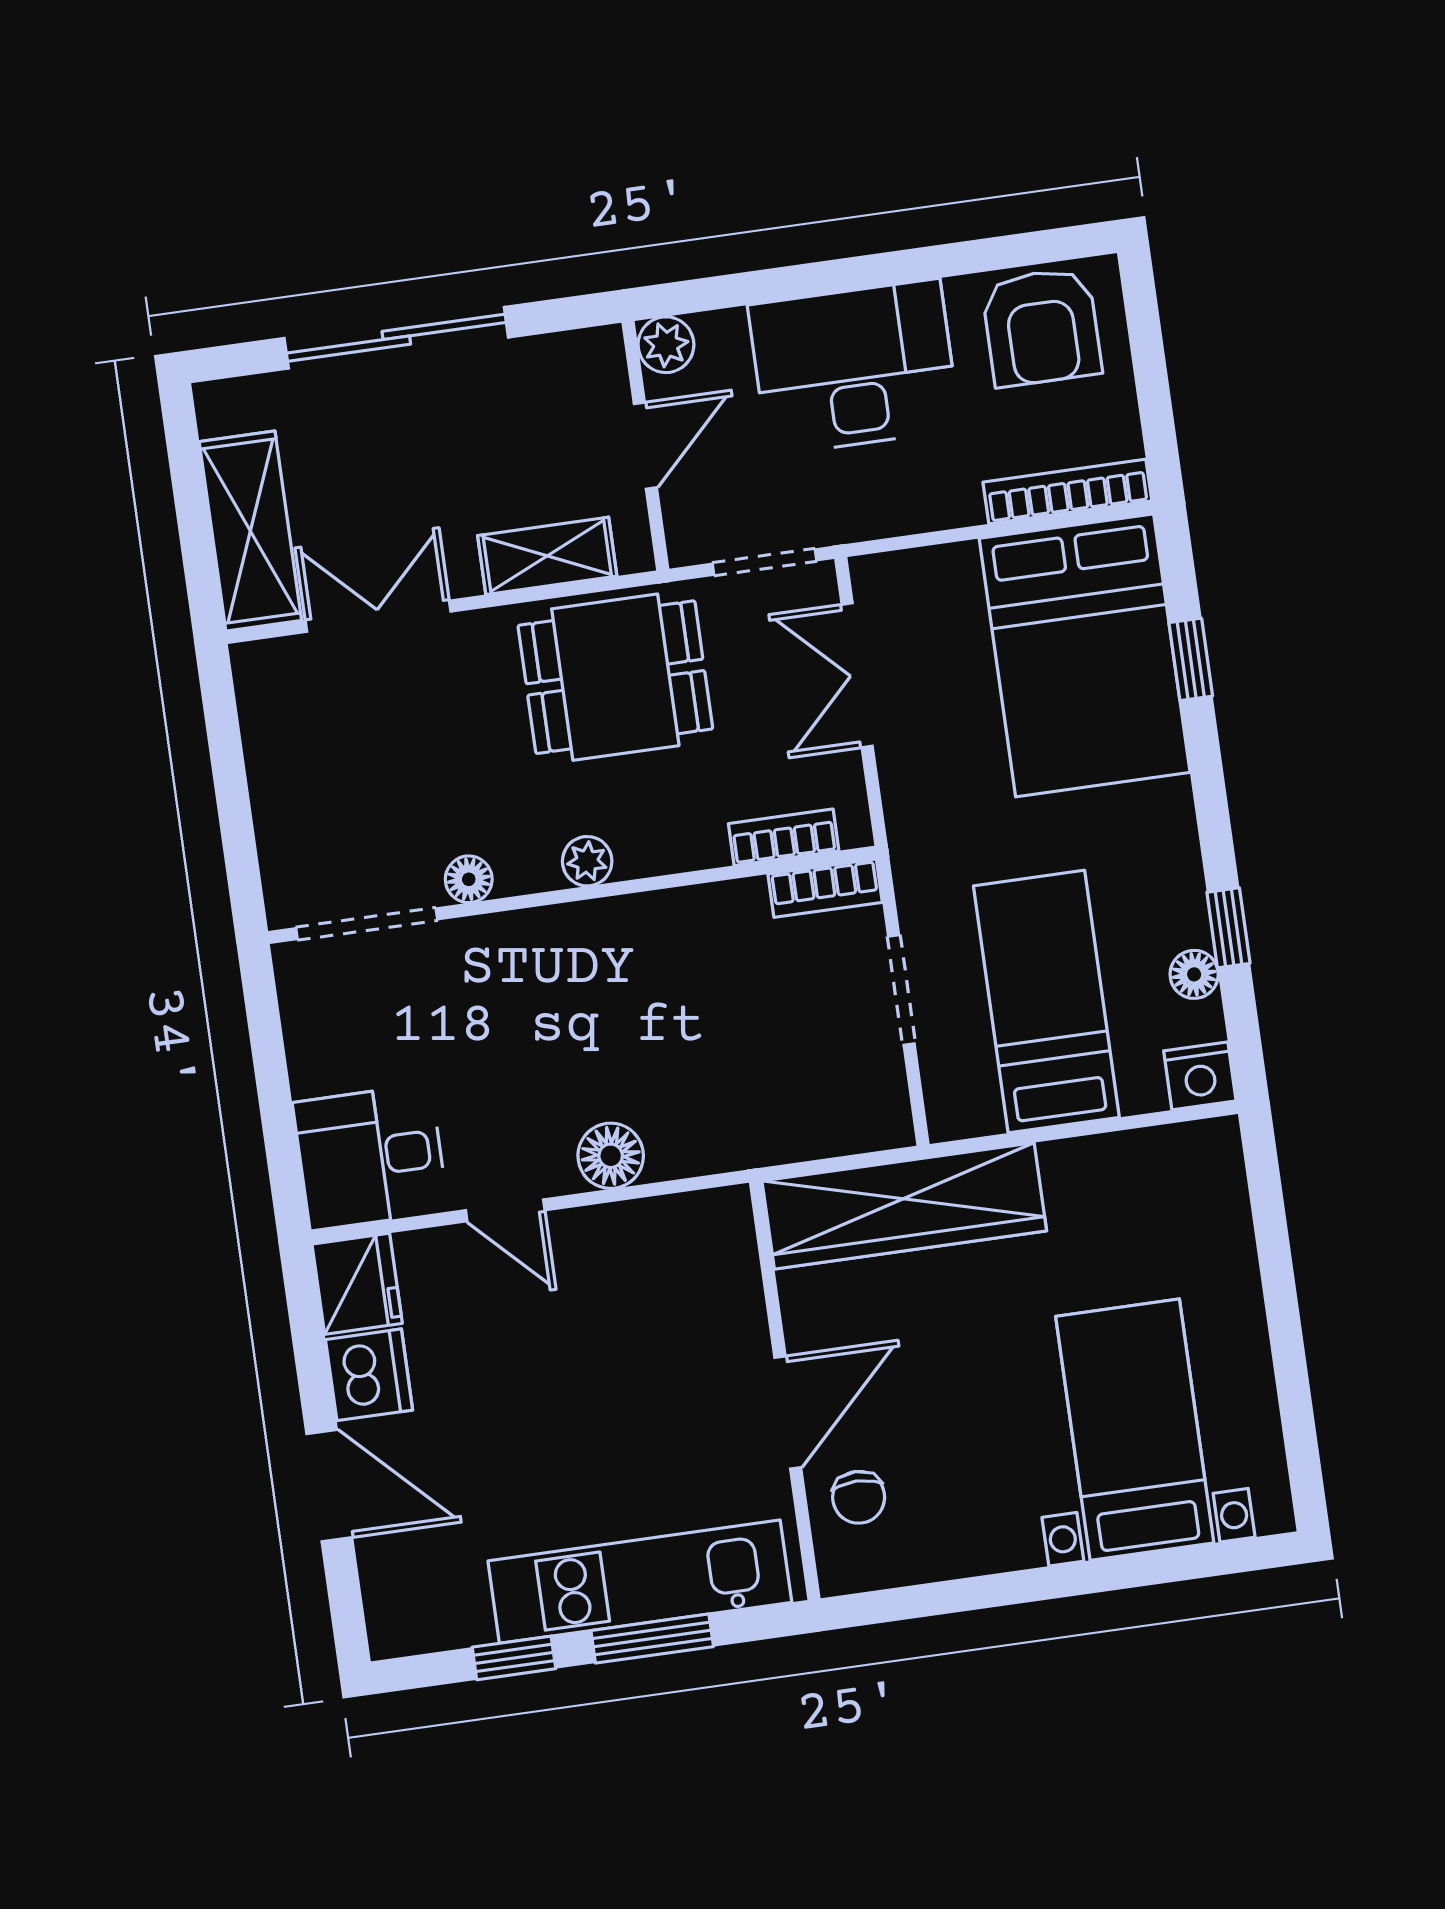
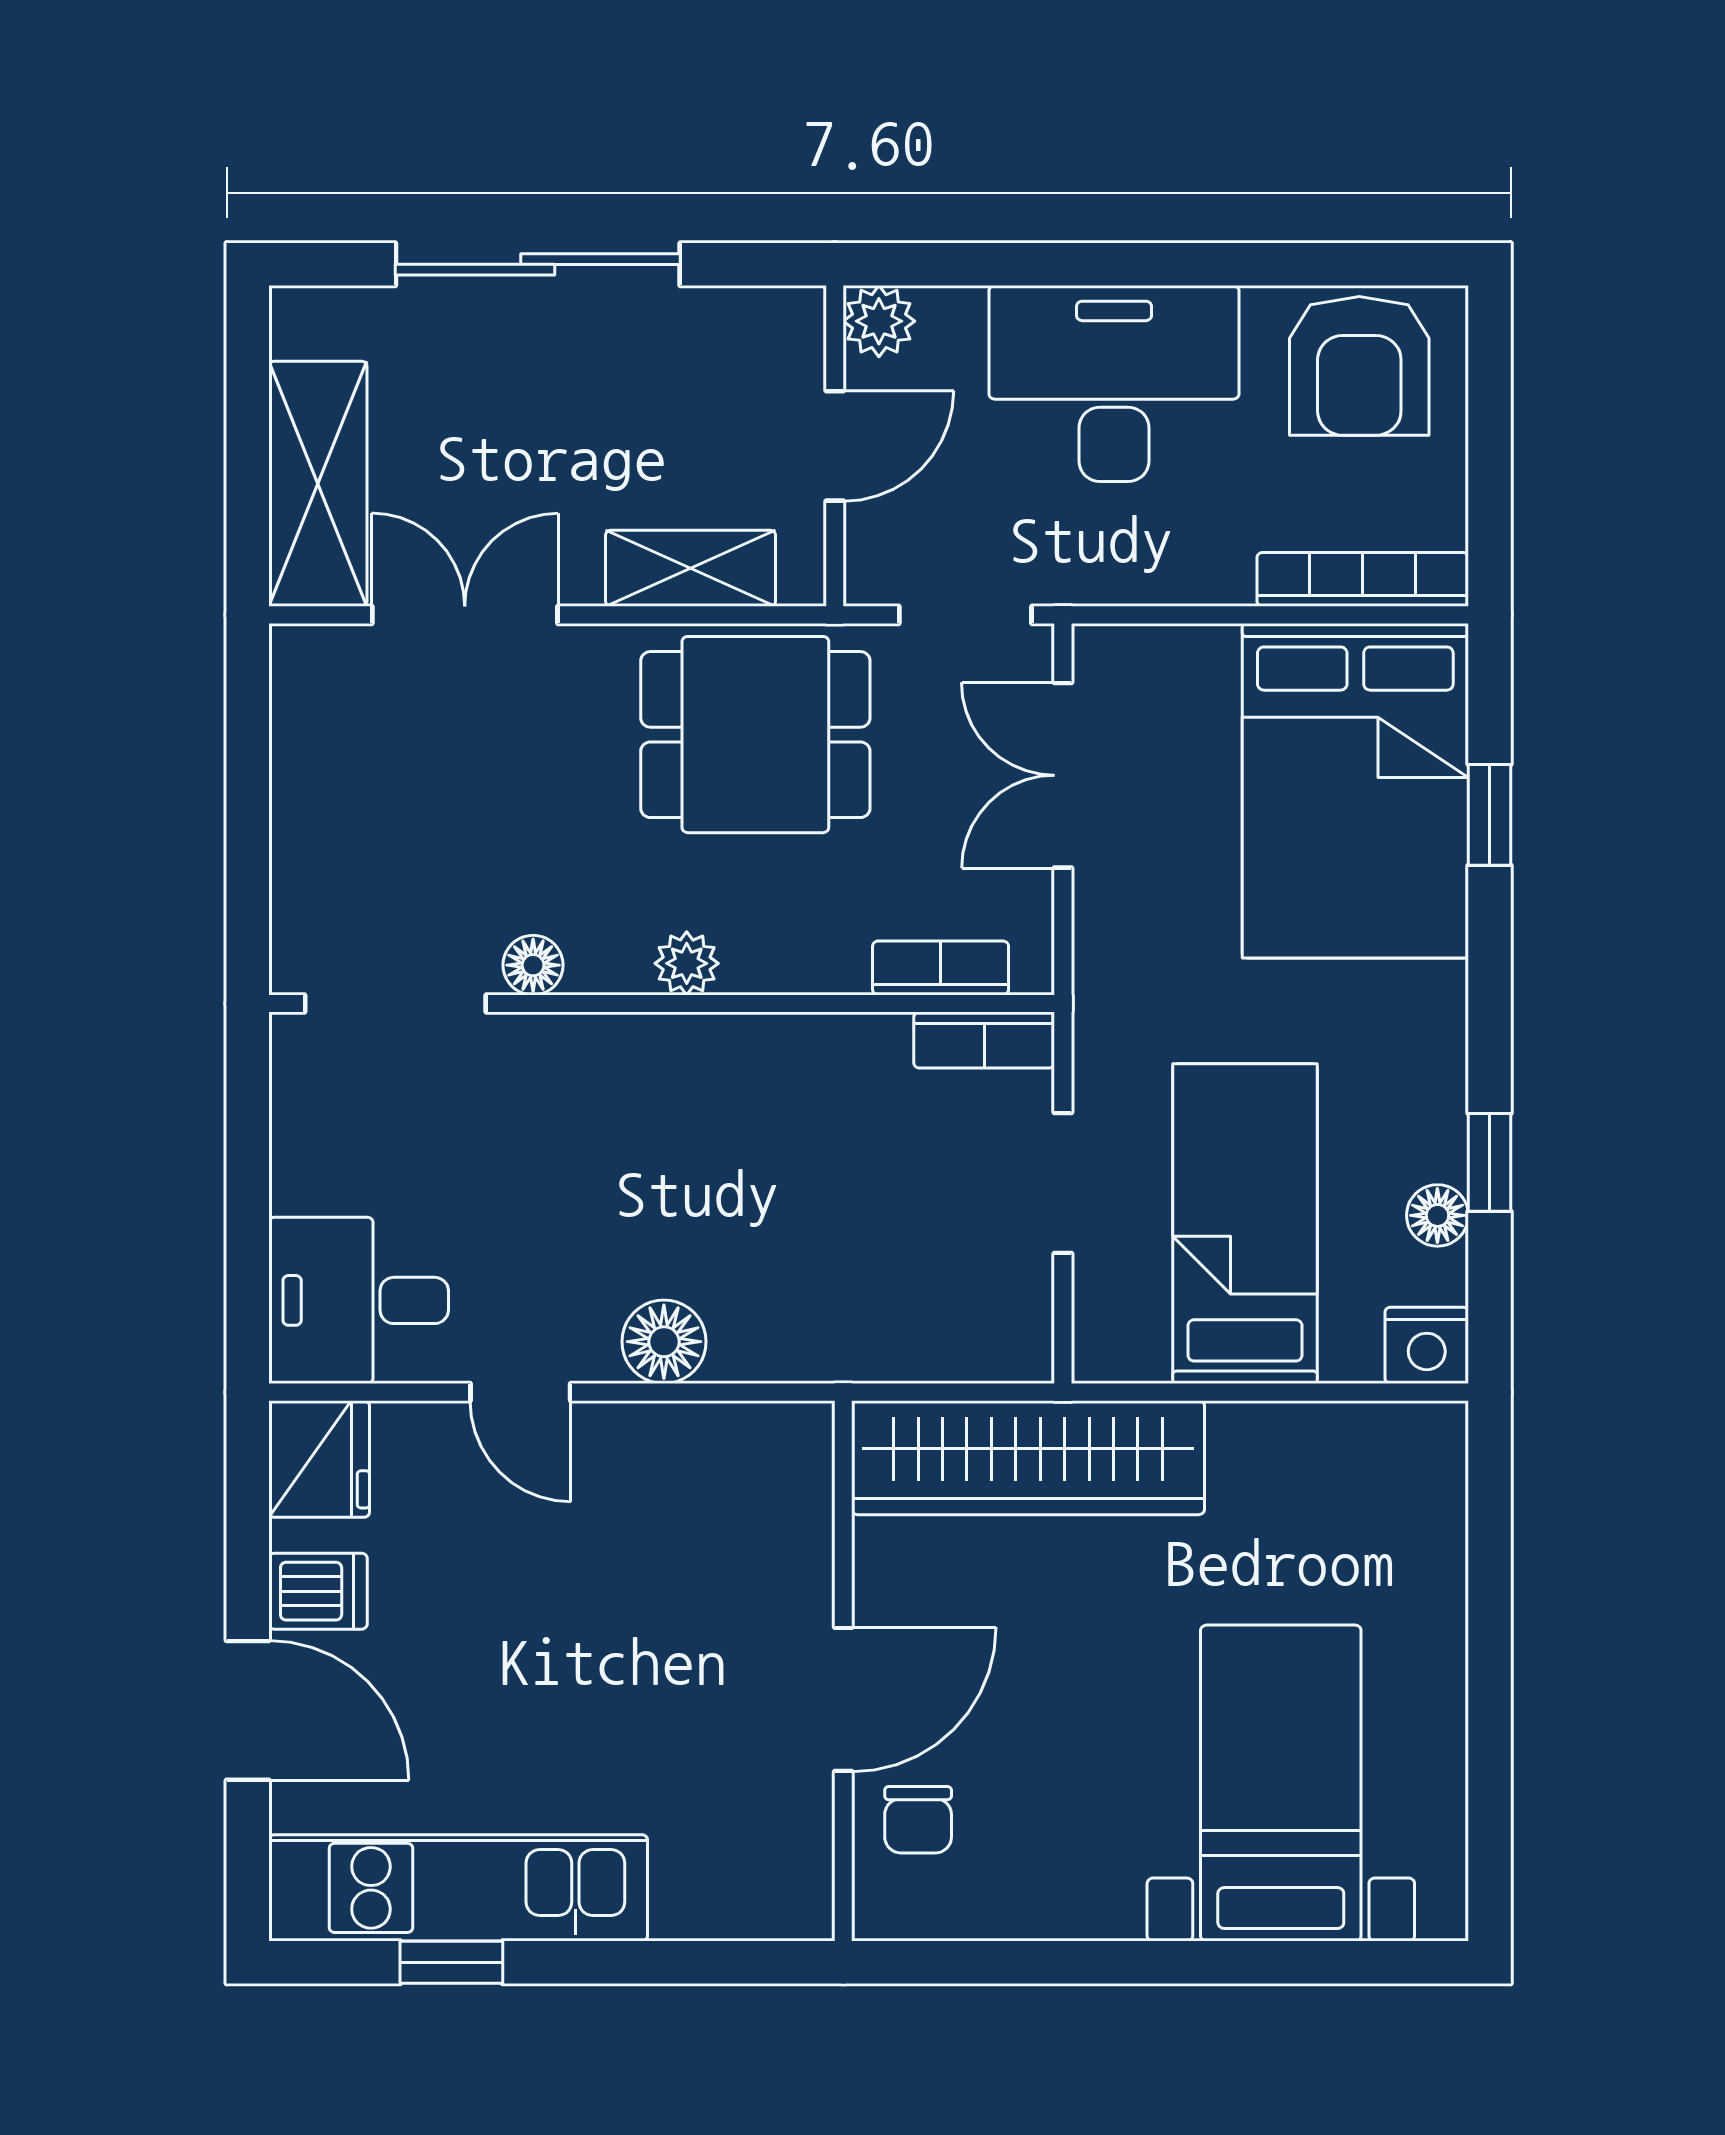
dishwasher: (369, 1375) -> (318, 1591), width x0.73
kitchen unit: (640, 1582) -> (458, 1888), moved
window: (652, 1639) -> (631, 1962), removed

